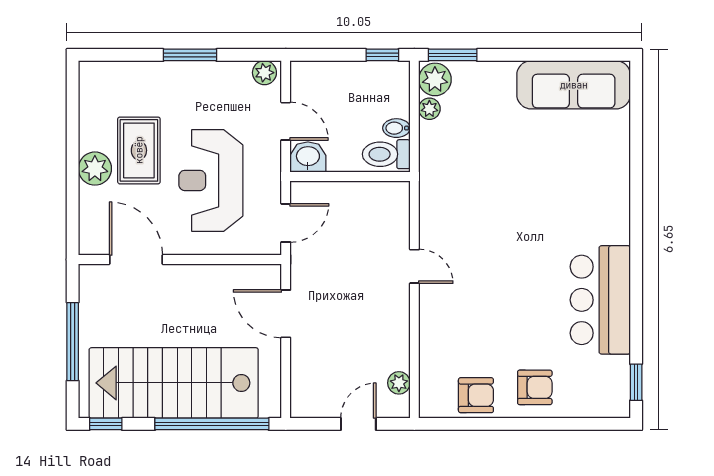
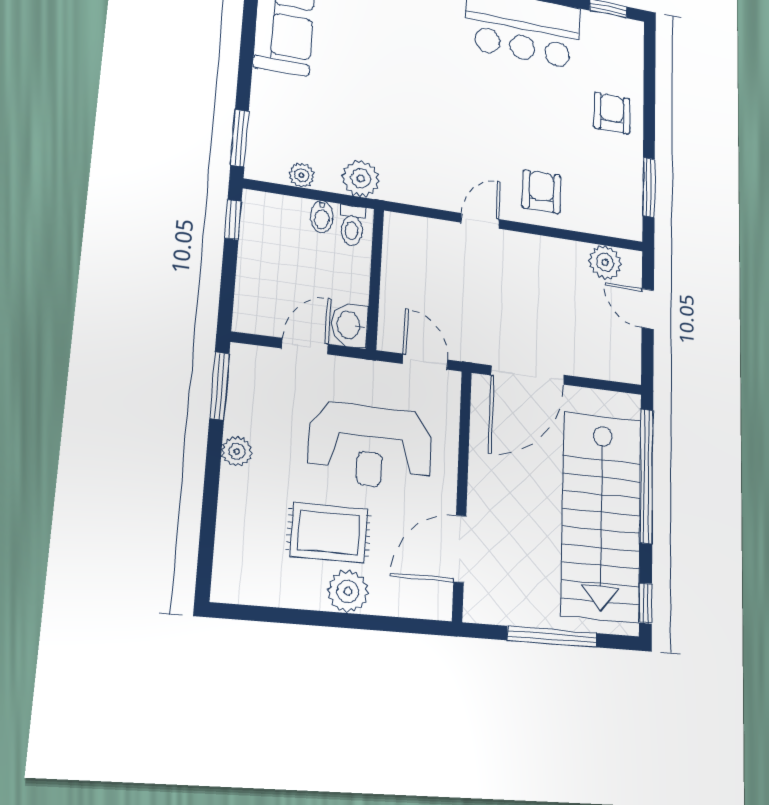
window: (190, 55) -> (219, 386), moved
plant: (264, 73) -> (237, 451), moved
plant: (435, 79) -> (361, 178), moved
toilet: (386, 154) -> (352, 225), width x0.73, depth x0.72
door: (286, 314) -> (528, 375), width x1.36
plant: (399, 383) -> (605, 262), width x1.38, depth x1.38
armchair: (476, 395) -> (541, 192), moved
window: (471, 424) -> (649, 187), added

